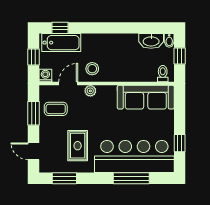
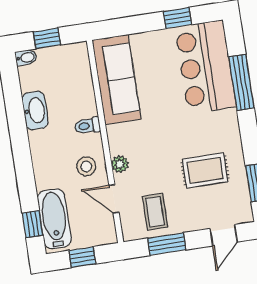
washbasin: (151, 41) -> (35, 111), moved
toilet: (163, 74) -> (87, 126), moved
washing machine: (45, 76) -> (107, 235), removed
bar counter: (134, 156) -> (206, 67), width x0.73

